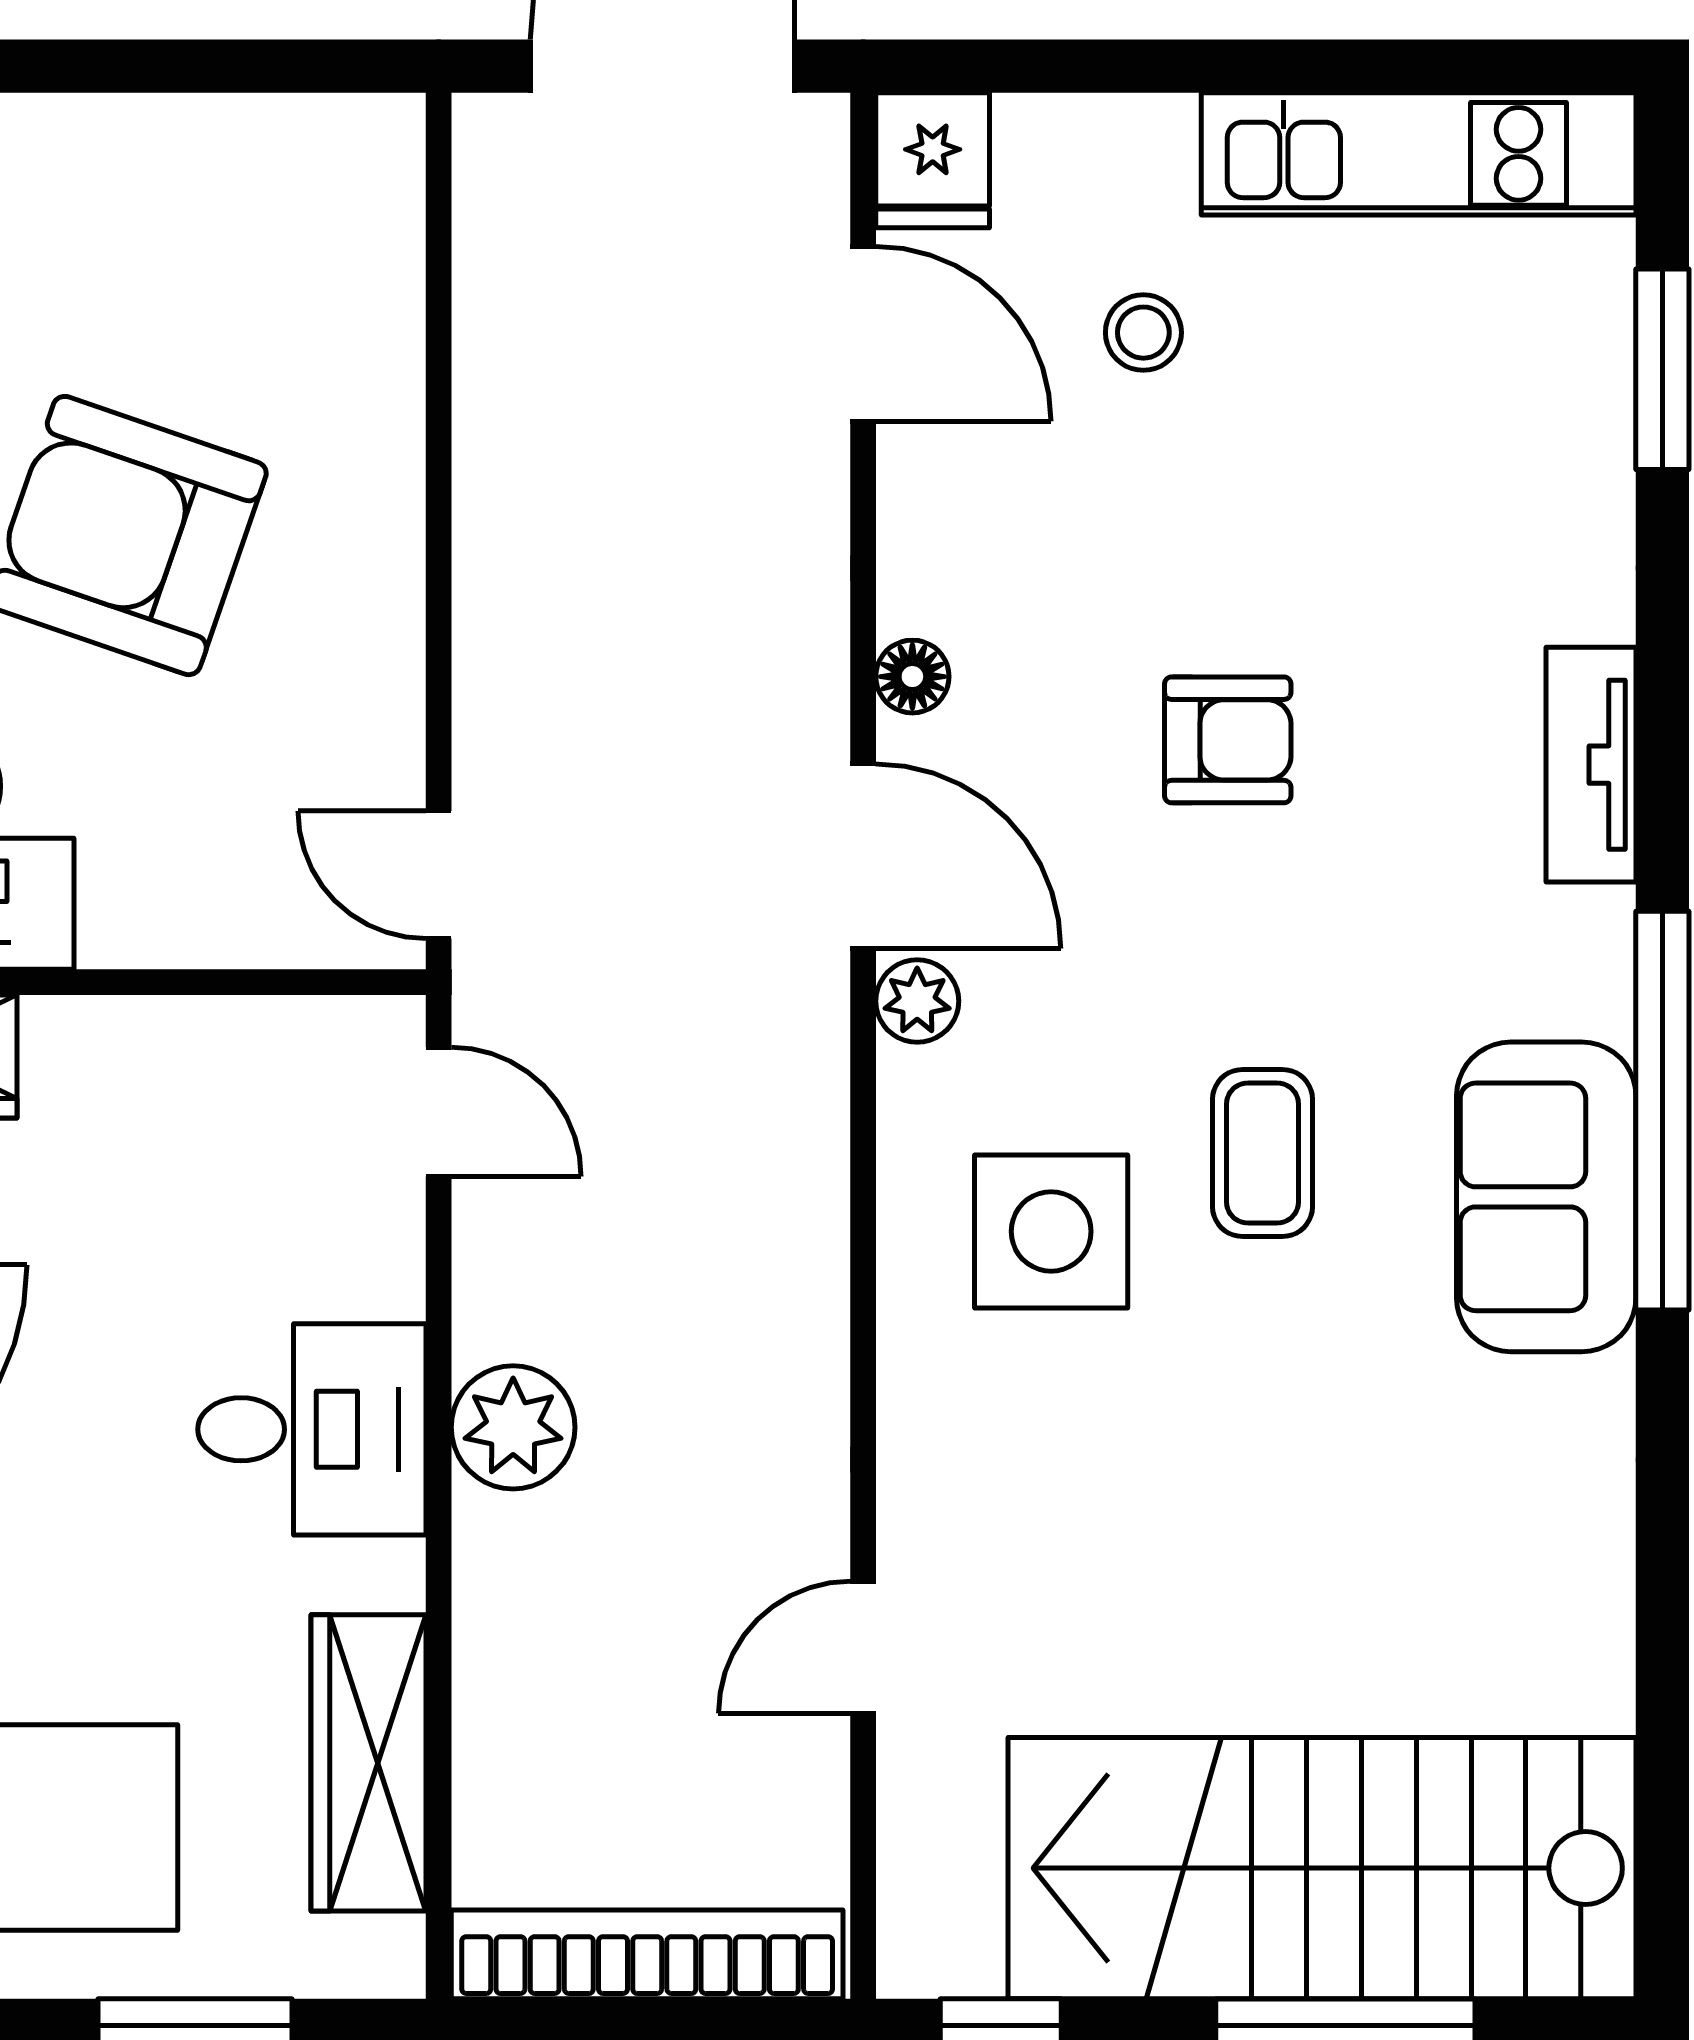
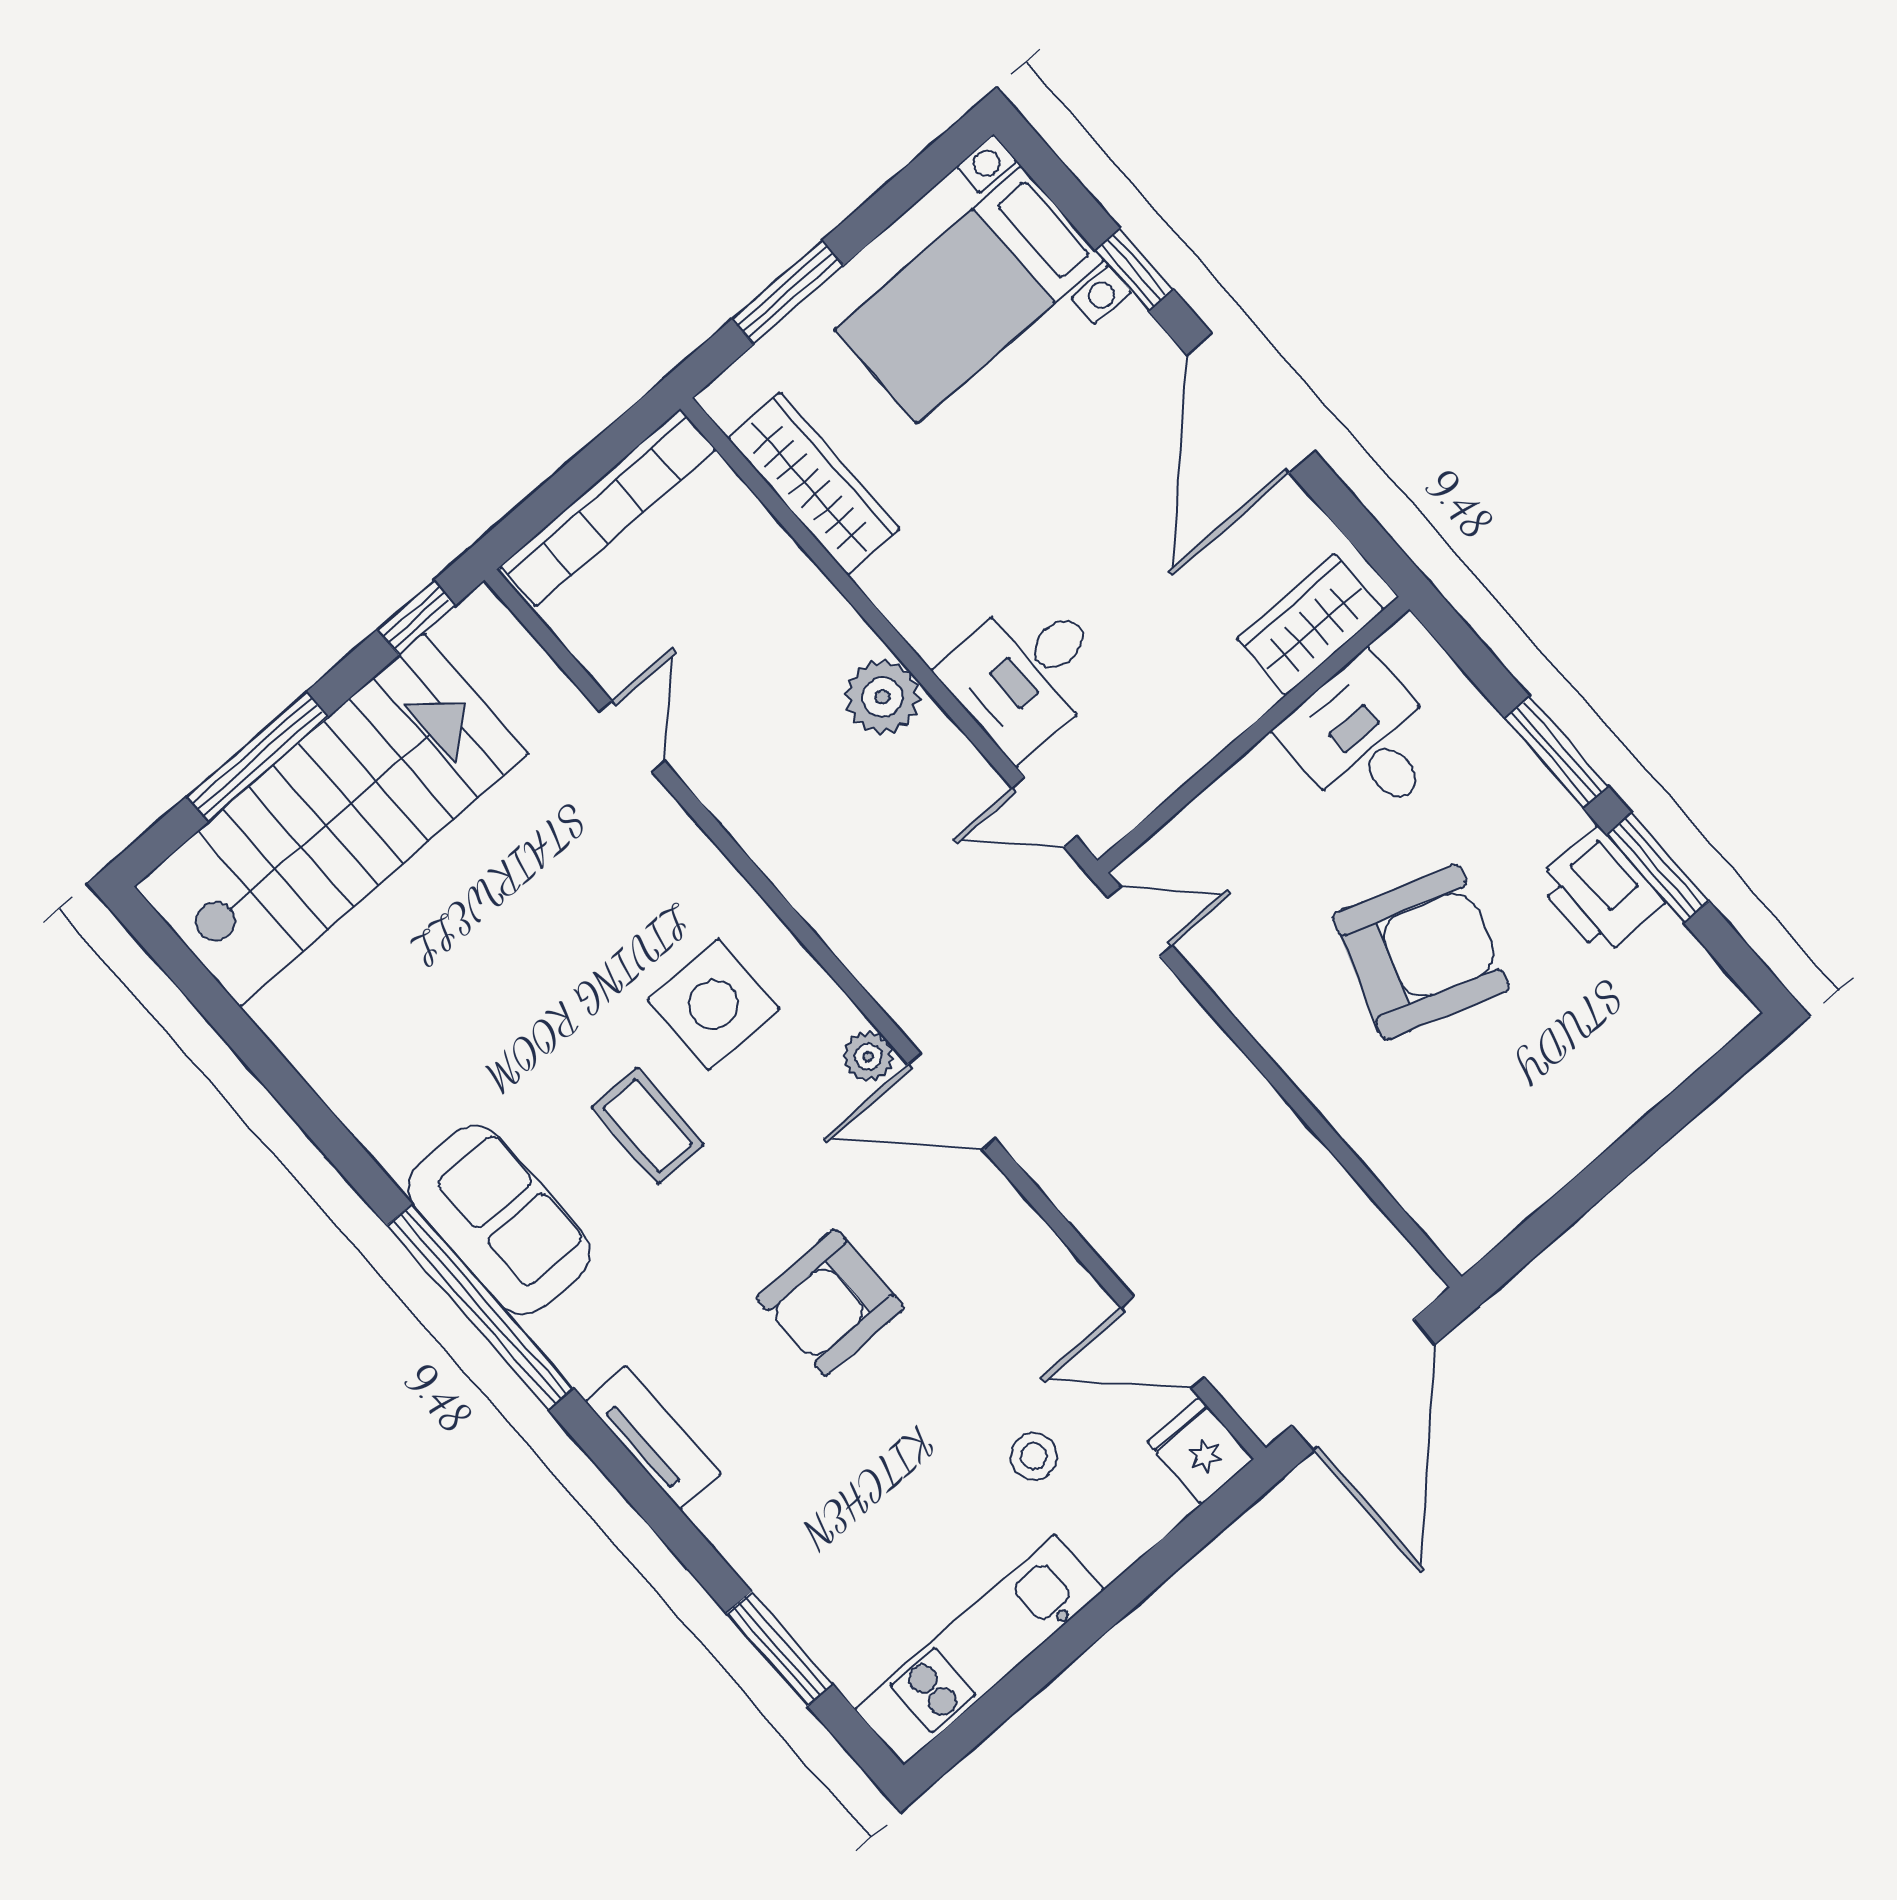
floor lamp: (912, 677) -> (1002, 1204), removed
armchair: (1228, 740) -> (830, 1302), width x1.38, depth x1.38
desk: (312, 1429) -> (1026, 673), moved

